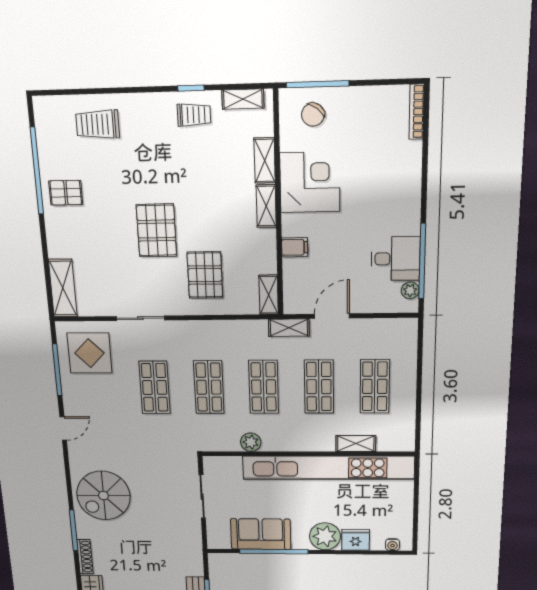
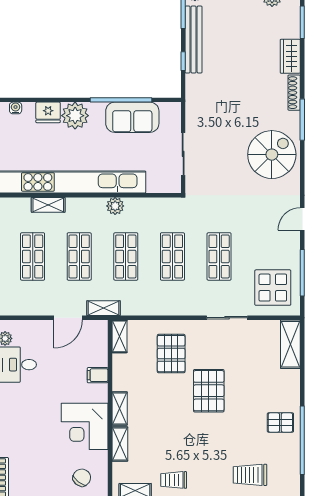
trolley: (98, 124) -> (250, 475), turned 180
plant: (251, 442) -> (115, 206), moved

